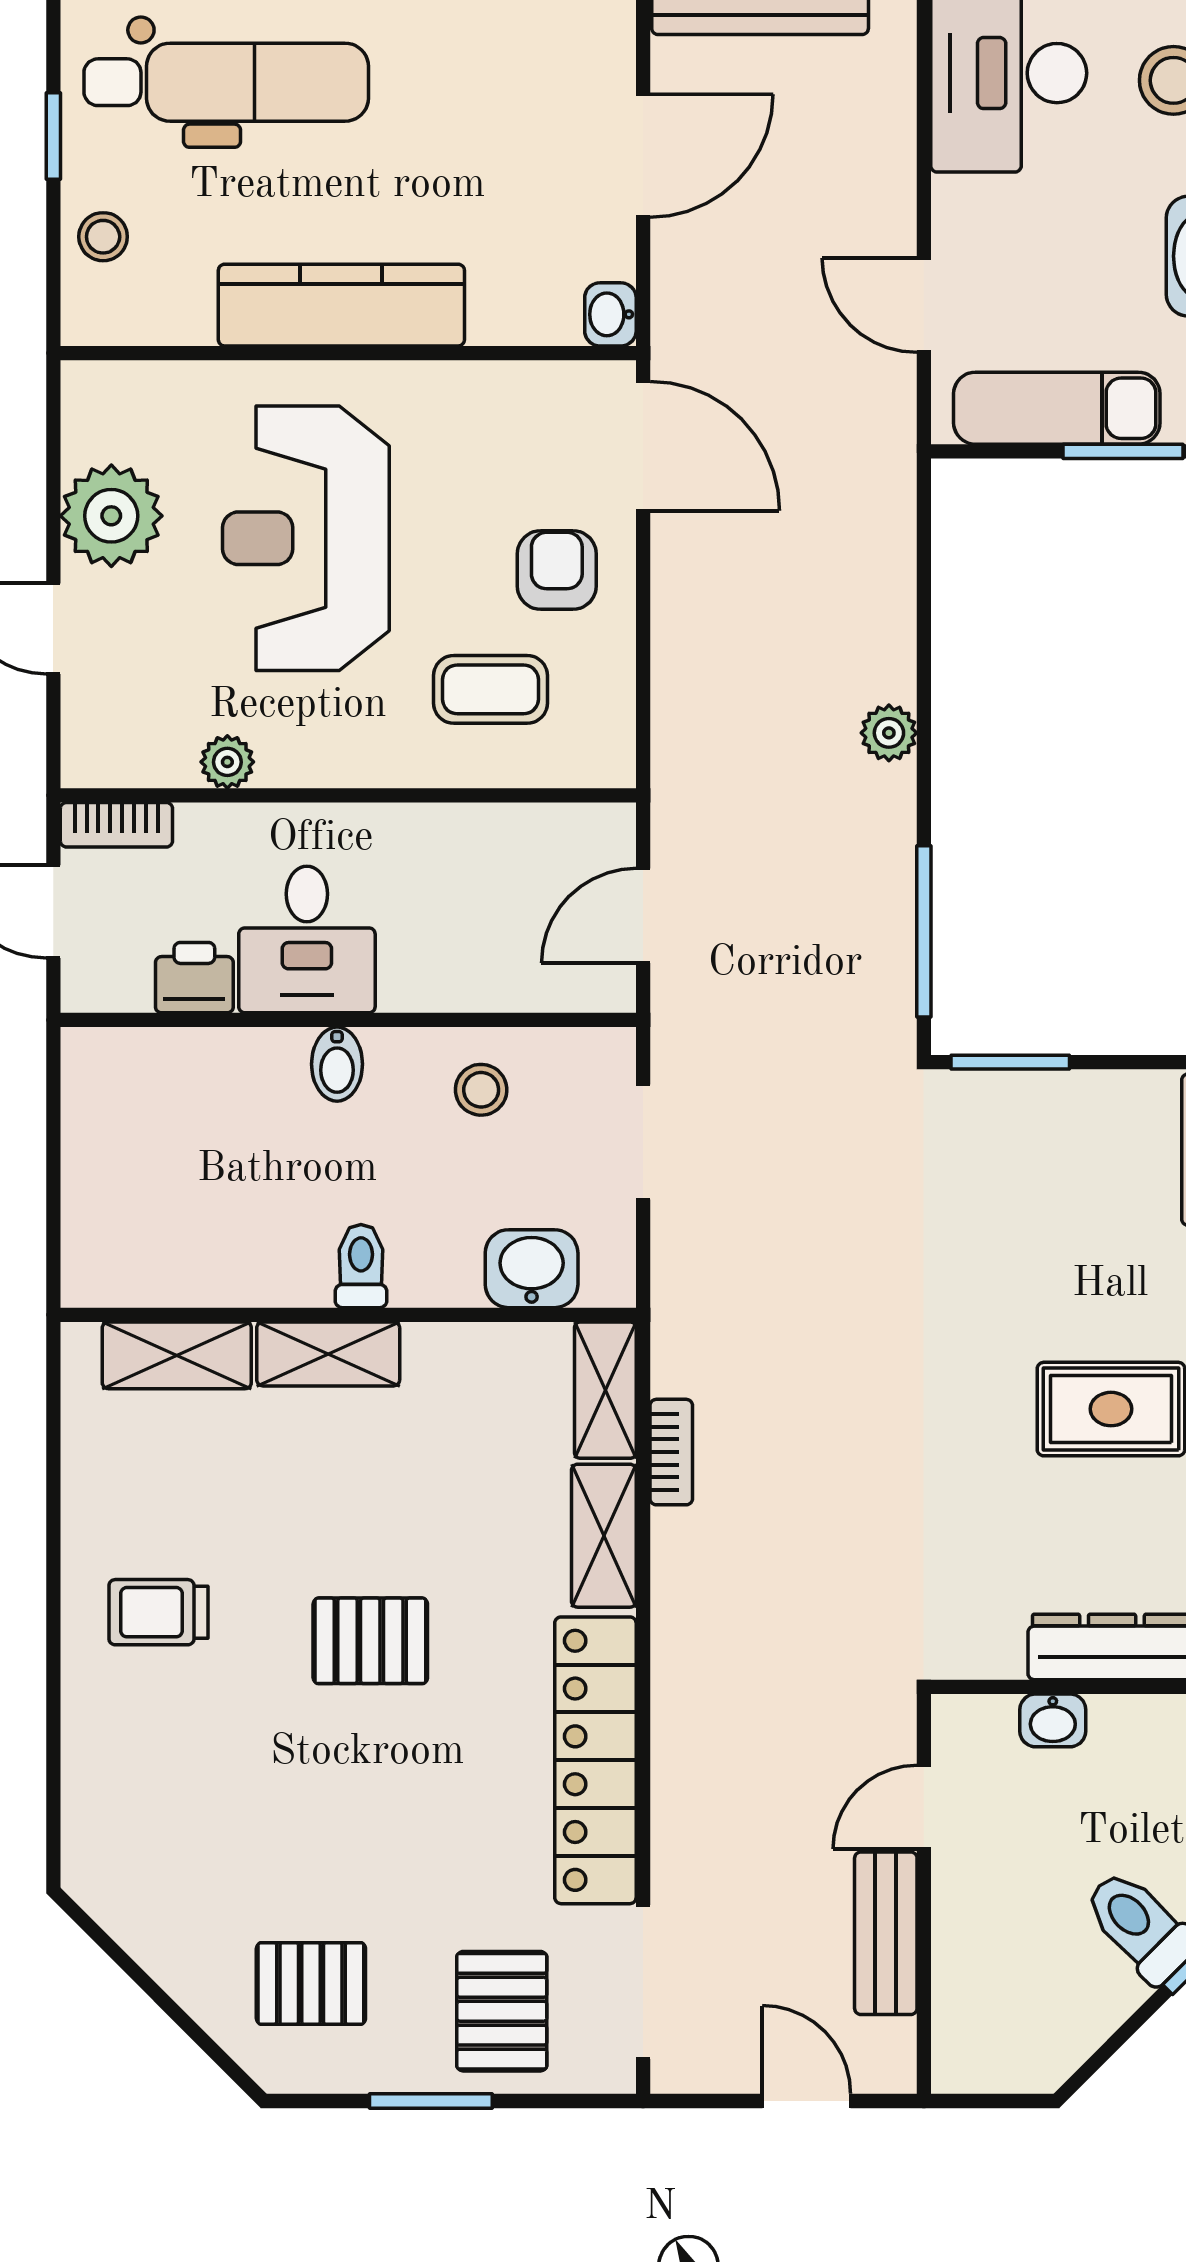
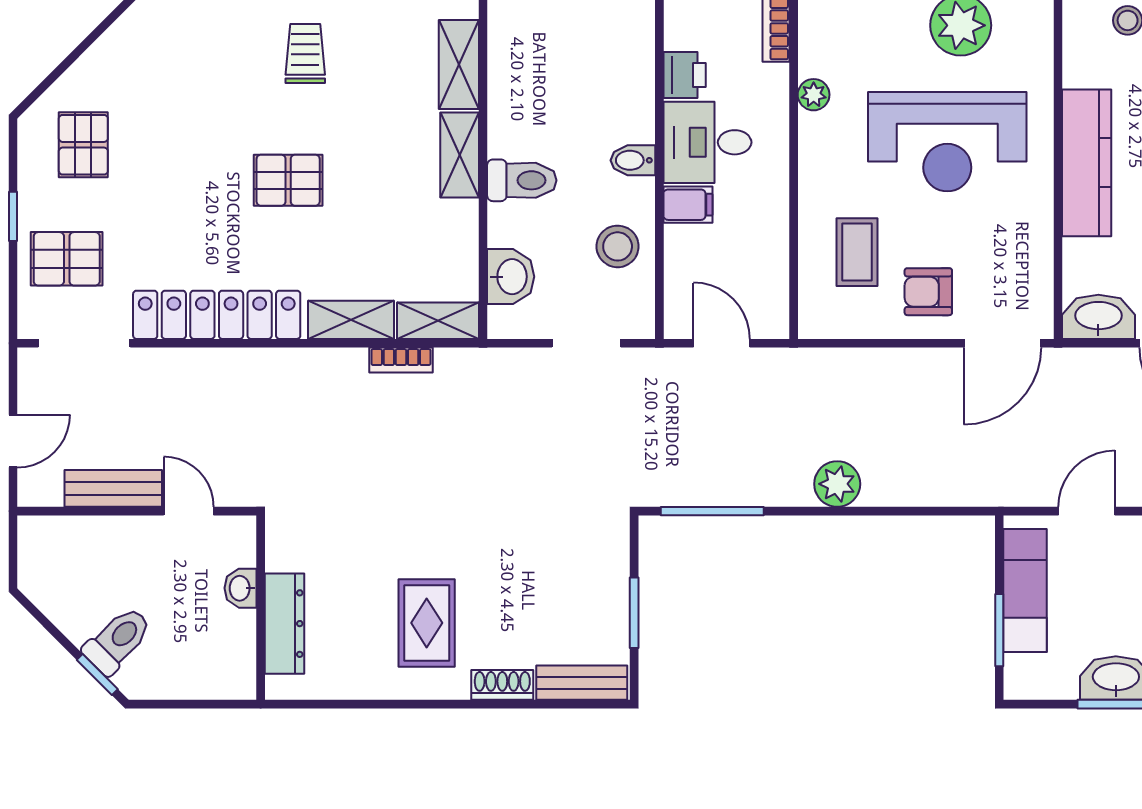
washbasin: (610, 314) -> (1098, 317), width x1.91, depth x1.45
reception desk: (306, 538) -> (947, 142), turned 180
armchair: (557, 570) -> (928, 292), turned 180
plant: (889, 733) -> (837, 484), width x1.38, depth x1.38
filing cabinet: (411, 972) -> (688, 205), added
window: (1010, 1062) -> (634, 613), moved
stool: (481, 1090) -> (618, 246), width x1.37, depth x1.37
toilet: (361, 1266) -> (522, 180), width x1.37, depth x1.39
pallet: (370, 1641) -> (288, 180), turned 90
window: (431, 2101) -> (13, 216), width x0.67

